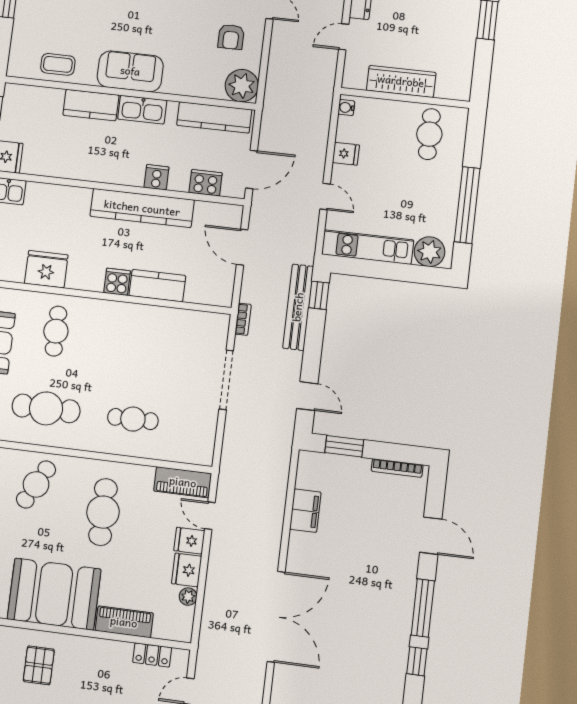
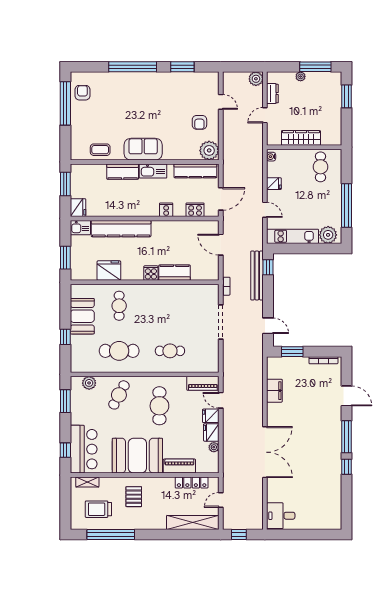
kitchen counter: (142, 208) -> (121, 229), moved
locker: (152, 655) -> (192, 482), width x1.53

